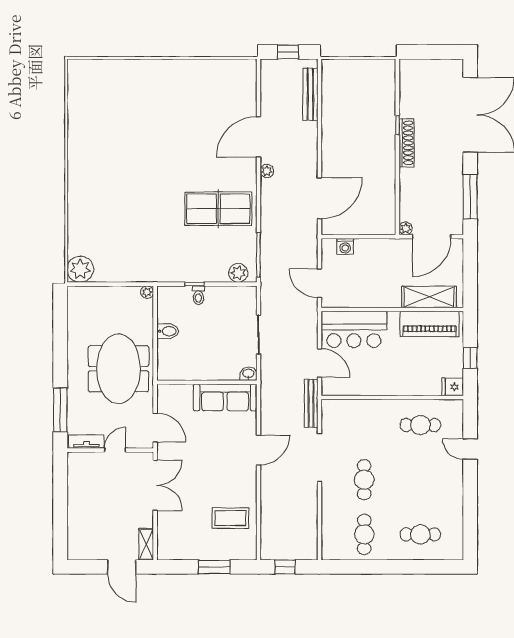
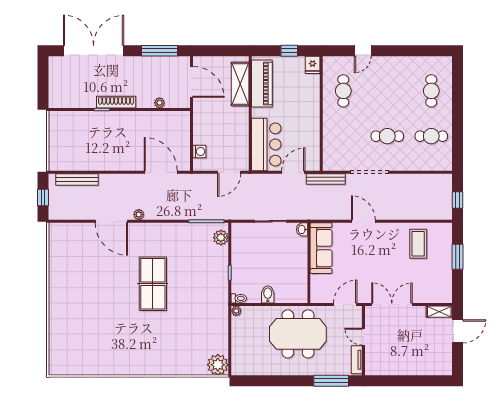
table tennis table: (218, 209) -> (153, 284), moved
plant: (406, 228) -> (159, 103), moved
toilet: (198, 295) -> (239, 298), moved

